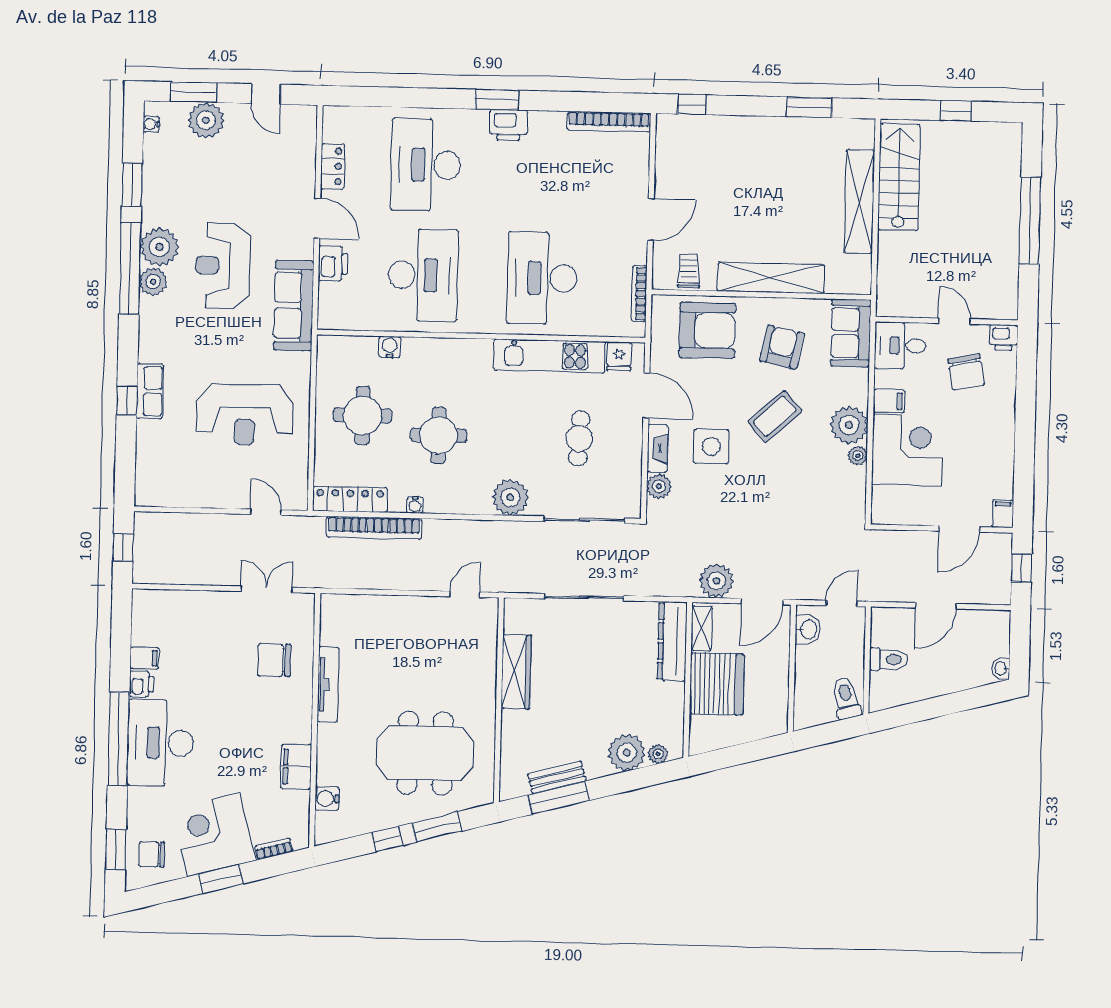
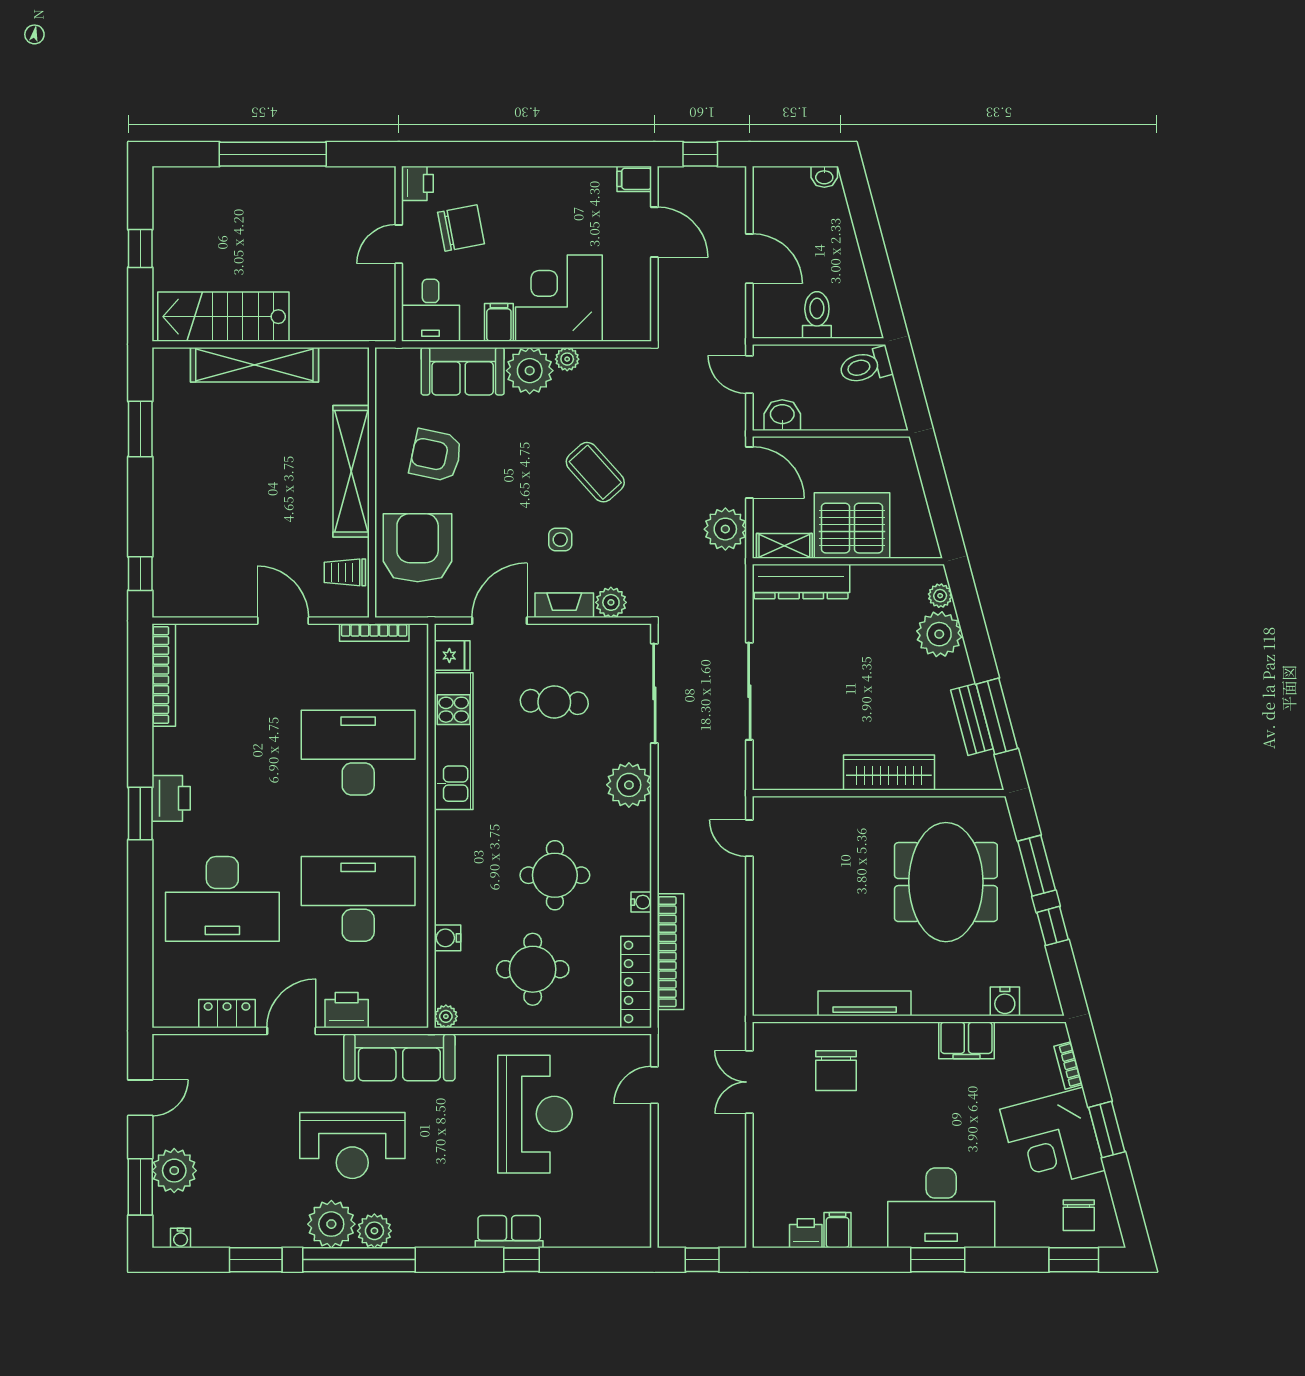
desk: (542, 278) -> (358, 753), turned 180
sofa: (851, 333) -> (463, 371), moved
plant: (326, 344) -> (446, 1016), added
coffee table: (775, 416) -> (595, 472), moved
side table: (711, 446) -> (560, 540), width x0.54, depth x0.54
wardrobe: (516, 672) -> (889, 773), moved
printer: (141, 684) -> (806, 1233), moved
window: (118, 739) -> (938, 1260), width x0.47

